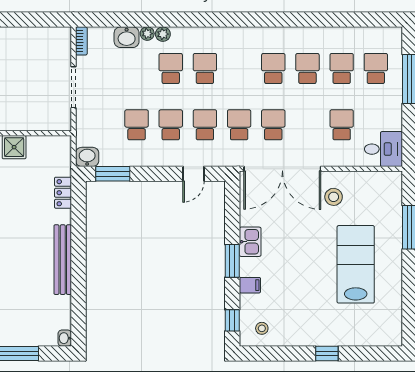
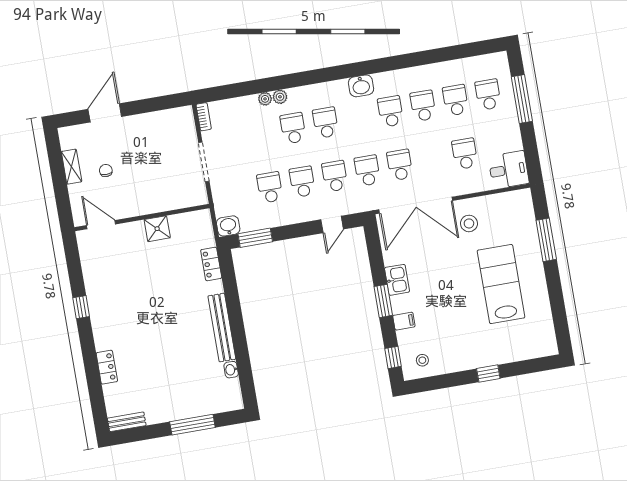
washbasin: (127, 37) -> (361, 86), moved
washbasin: (65, 338) -> (231, 370), moved

